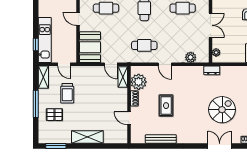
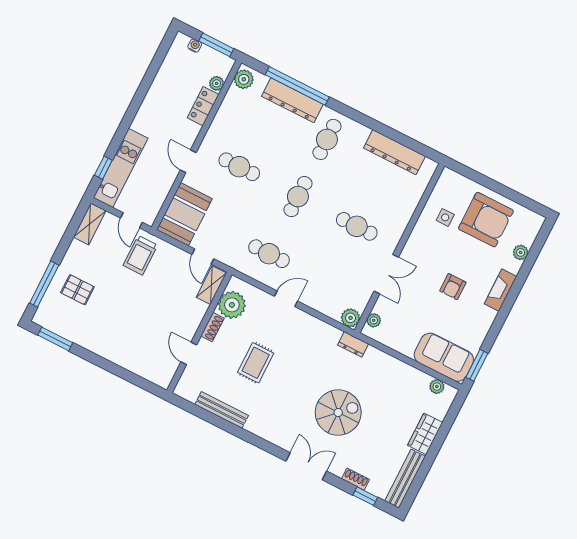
plant: (191, 57) -> (351, 318), moved
door: (165, 64) -> (286, 299), swing flipped
trolley: (67, 93) -> (140, 255), moved
window: (36, 104) -> (44, 284), moved
shelving: (87, 137) -> (111, 350), removed

